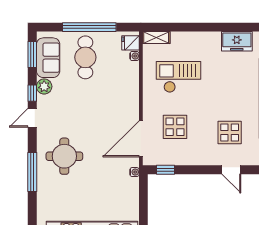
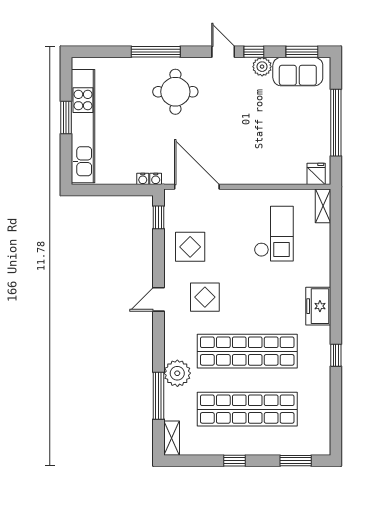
water cooler: (134, 56) -> (143, 179), moved
cafe table: (85, 57) -> (298, 118), removed
display table: (175, 127) -> (190, 247), moved

